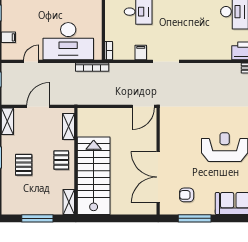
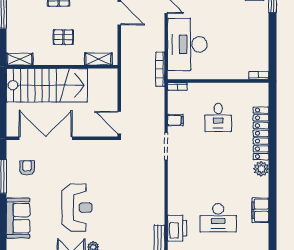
shelving: (69, 126) -> (98, 59), moved
wall: (76, 161) -> (62, 67), moved
stairs: (94, 176) -> (47, 85), moved
shelving: (69, 202) -> (20, 59), moved

